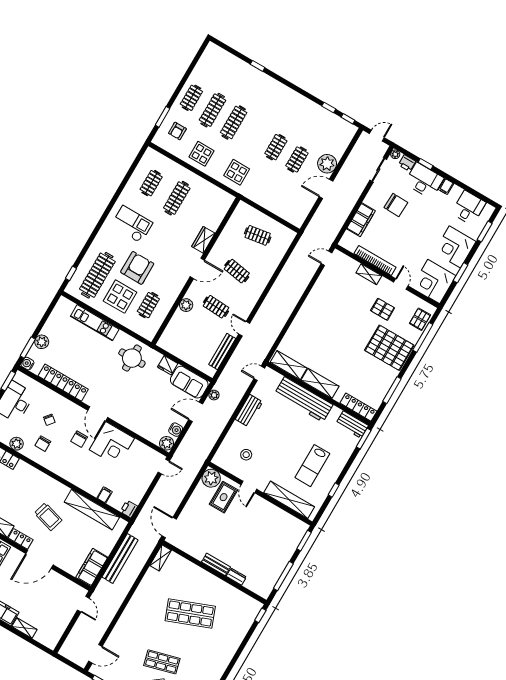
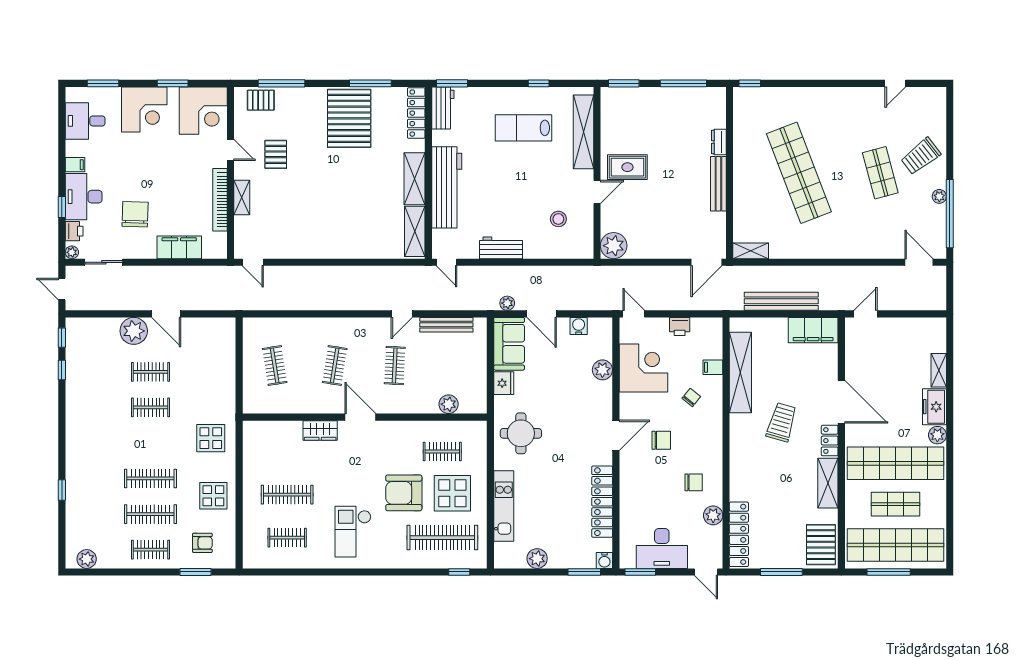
plant: (208, 57) -> (87, 559), added
door: (401, 284) -> (231, 150), swing flipped
plant: (186, 305) -> (449, 404), moved
plant: (42, 342) -> (537, 559), moved
pallet: (389, 348) -> (349, 118), moved
chair: (49, 420) -> (691, 397), moved
plant: (167, 443) -> (602, 370), moved
corner desk: (112, 444) -> (643, 368), moved
lab bench: (312, 466) -> (523, 128), turned 180
rug: (224, 497) -> (627, 167), moved
printer: (129, 509) -> (680, 326), moved
bench: (216, 564) -> (718, 184), width x1.36
shop shelf: (190, 613) -> (799, 173), width x1.40

